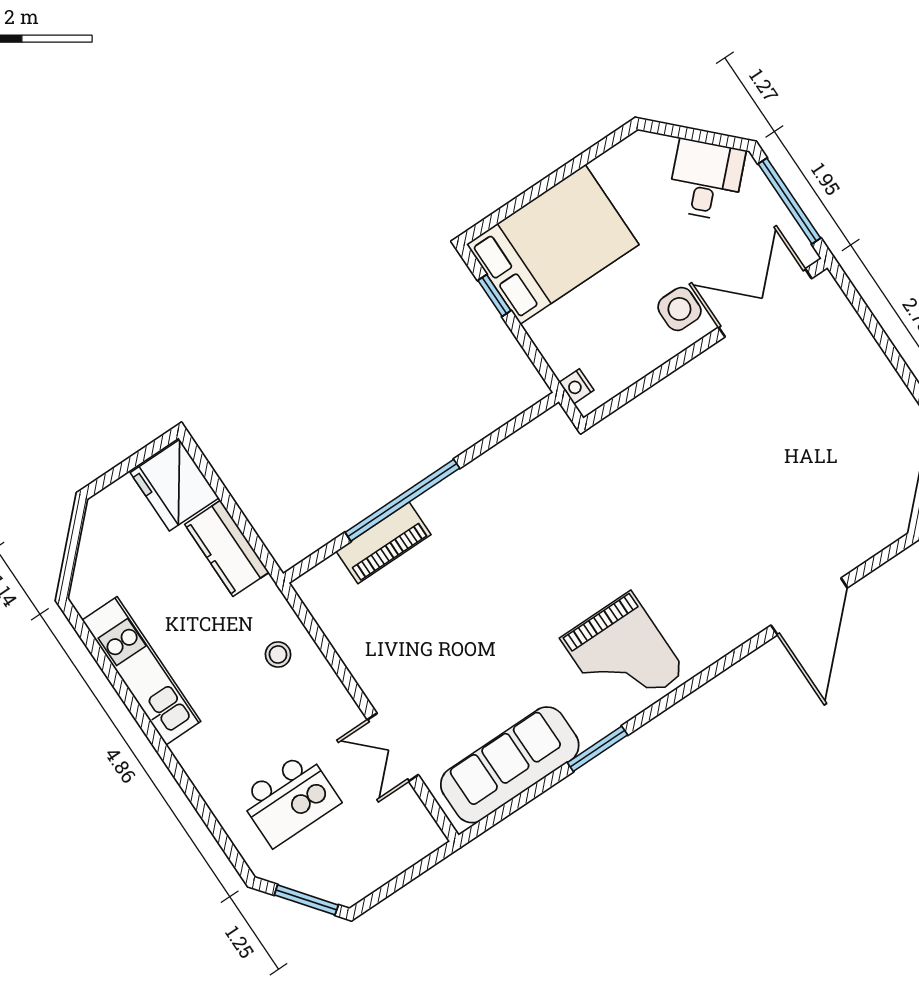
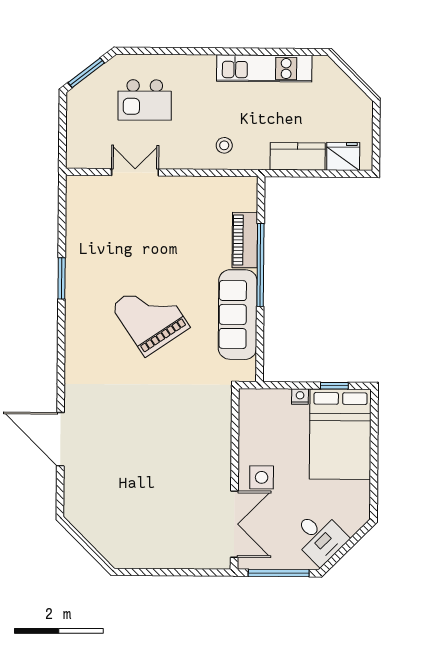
nightstand: (577, 386) -> (300, 397), moved
fridge: (175, 485) -> (343, 156), width x0.73, depth x0.75
grand piano: (623, 655) -> (151, 316), moved, turned 56
sofa: (510, 765) -> (238, 315), moved, turned 180
kitchen island: (290, 799) -> (145, 100), turned -90

